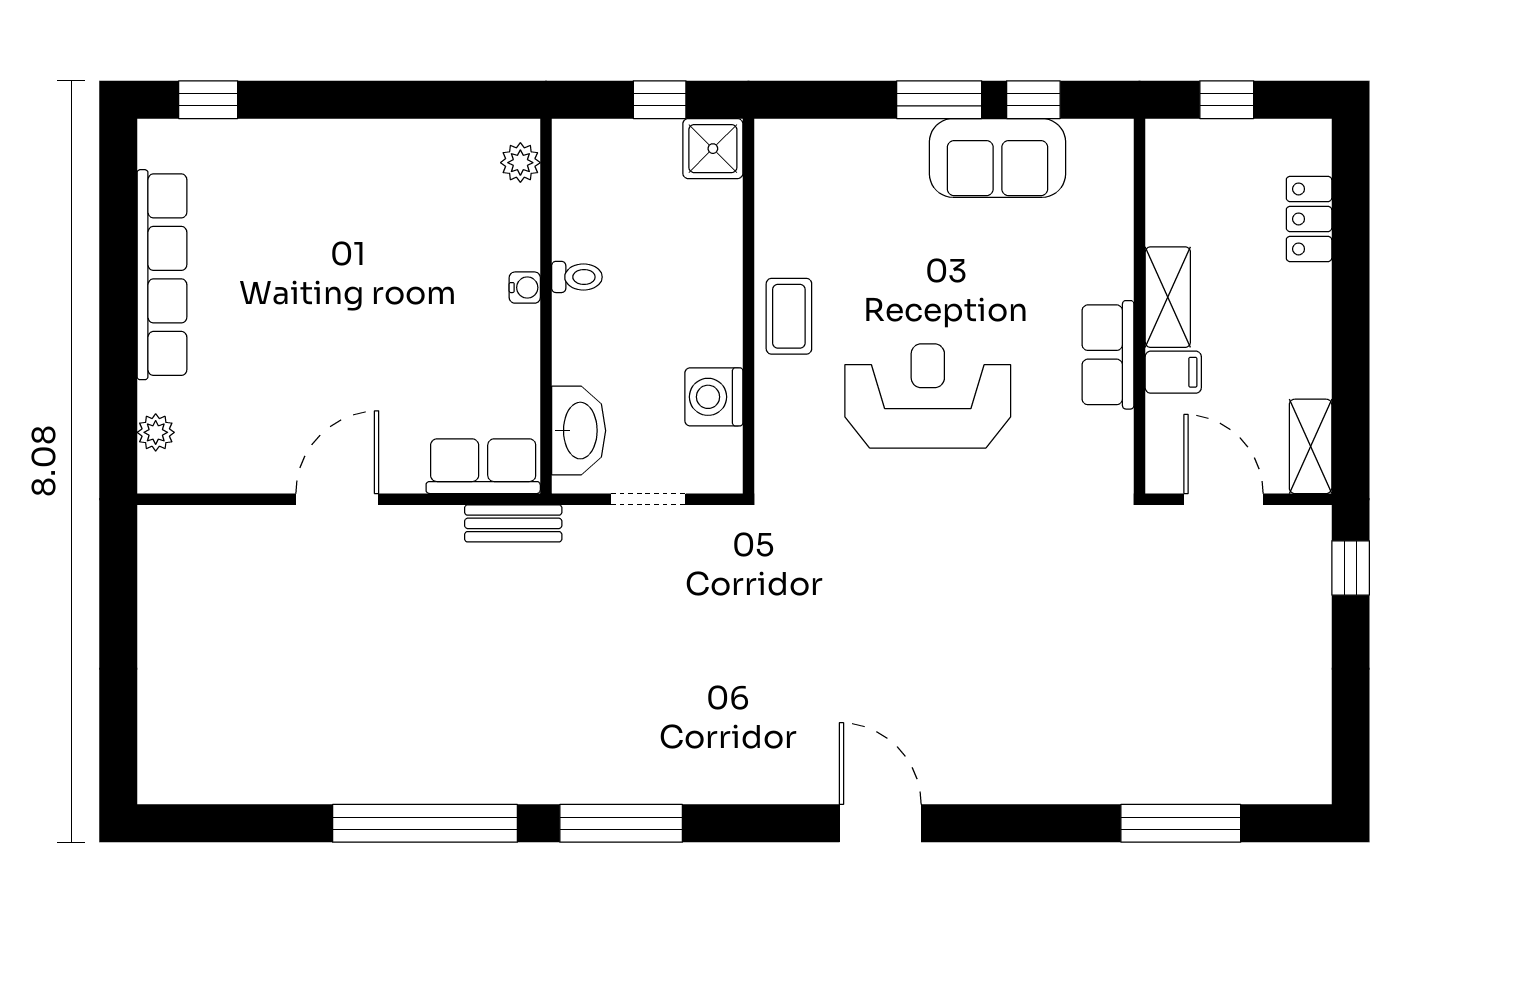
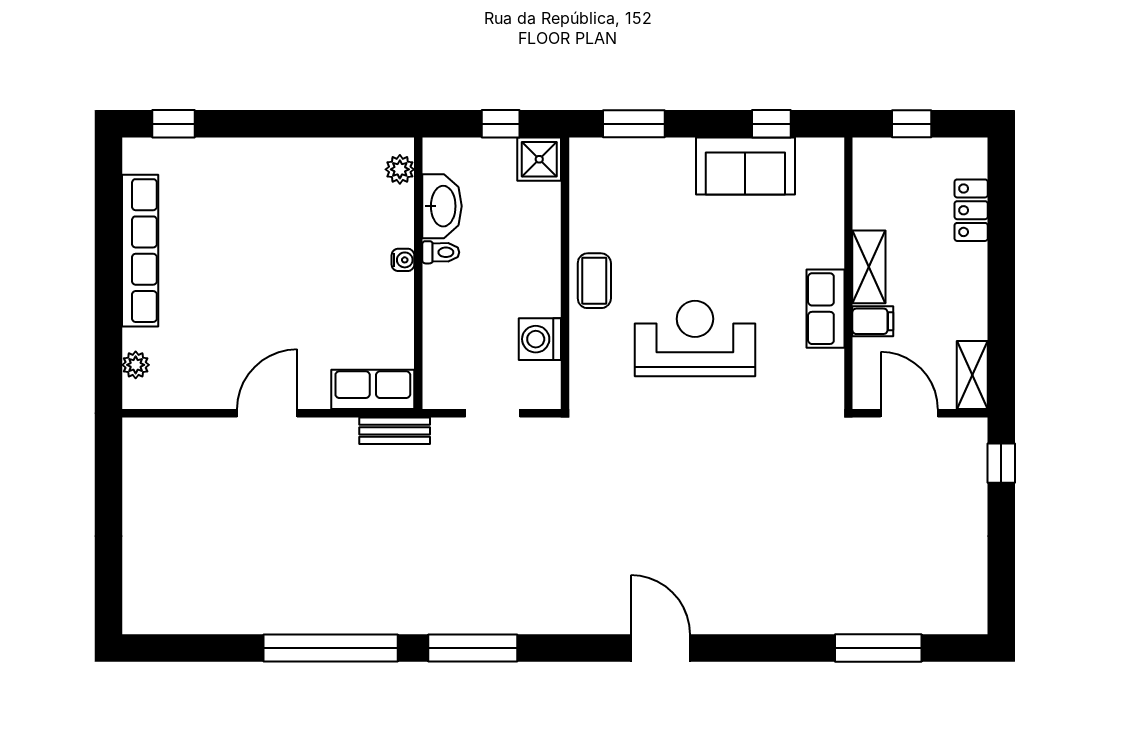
window: (939, 100) -> (634, 124), moved
washbasin: (579, 431) -> (442, 206), moved

